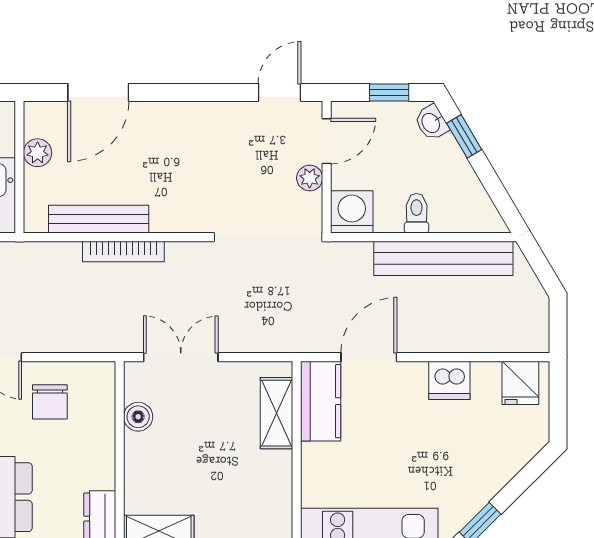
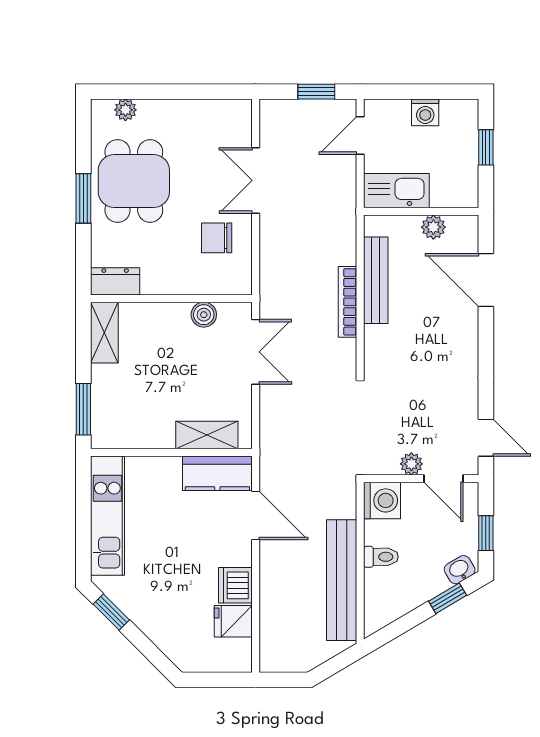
fridge: (520, 383) -> (233, 621), moved

